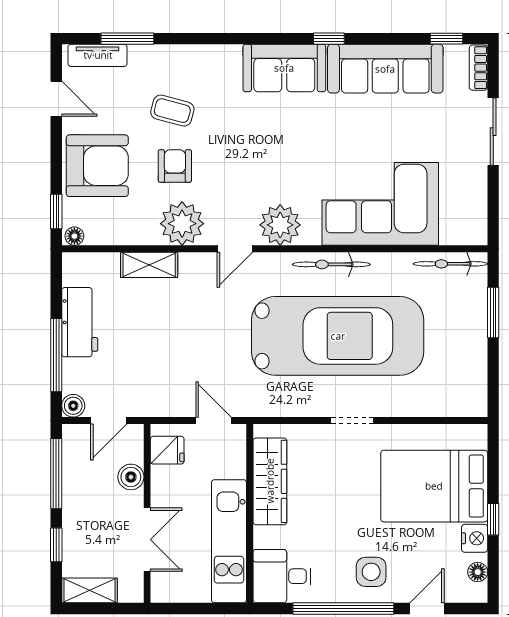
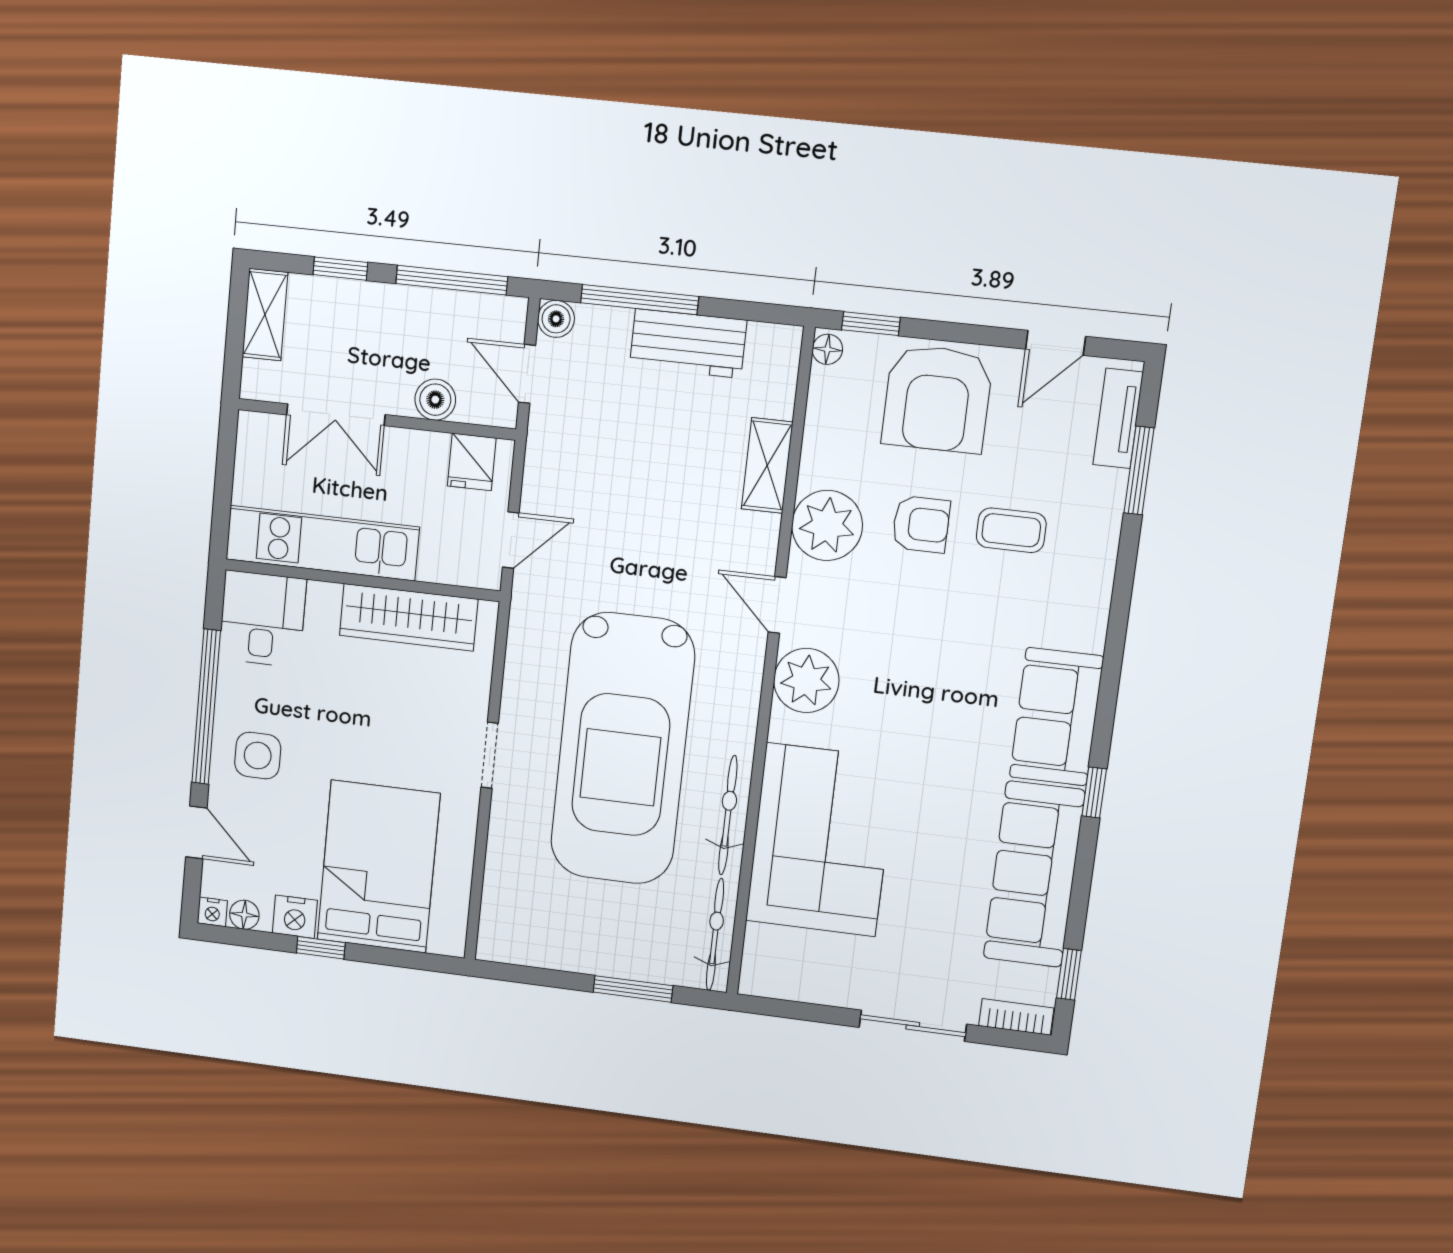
coffee table: (172, 111) -> (1011, 530), turned 75
bicycle: (331, 264) -> (728, 815), moved
nightstand: (479, 594) -> (212, 912), added

